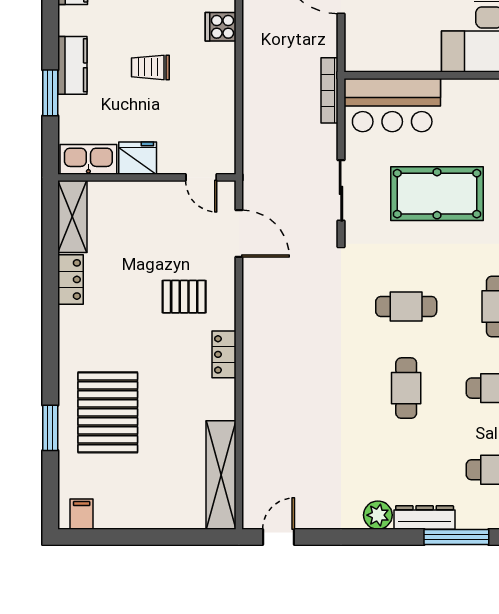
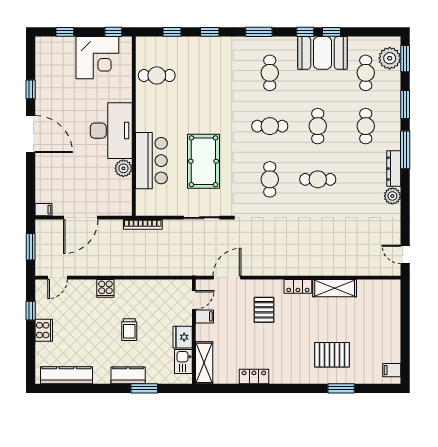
plant: (425, 58) -> (123, 168), added
bar counter: (392, 105) -> (151, 161), moved
kitchen sink: (88, 159) -> (183, 362), width x0.73
filing cabinet: (173, 196) -> (205, 316), added
shelving: (72, 216) -> (204, 363), moved, turned 90
pallet: (108, 412) -> (332, 355), width x0.73, depth x0.71
shelving: (221, 475) -> (335, 288), moved, width x0.68

